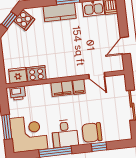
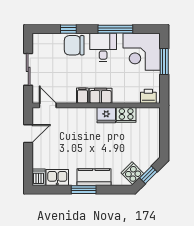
fridge: (18, 75) -> (106, 115), moved
door: (97, 75) -> (48, 105), moved
chair: (92, 132) -> (74, 45), turned 180

